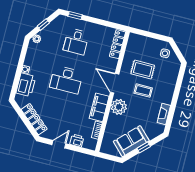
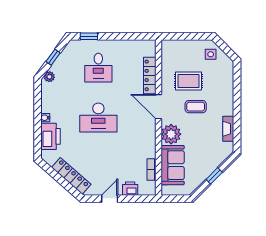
locker: (117, 44) -> (150, 75), moved
filing cabinet: (99, 107) -> (147, 141), removed
sofa: (131, 141) -> (173, 165), moved, turned 135

